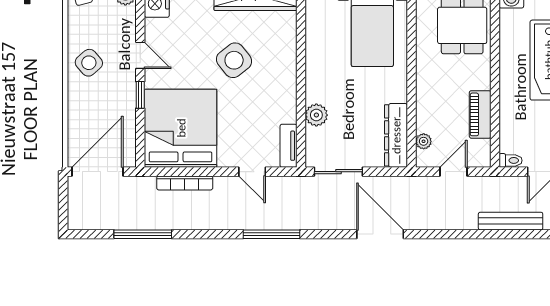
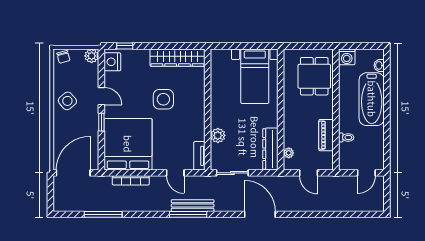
side table: (234, 60) -> (163, 99), turned 38
toilet: (511, 160) -> (346, 137), moved
door: (454, 172) -> (308, 173), swing flipped
bench: (511, 221) -> (193, 206), moved

